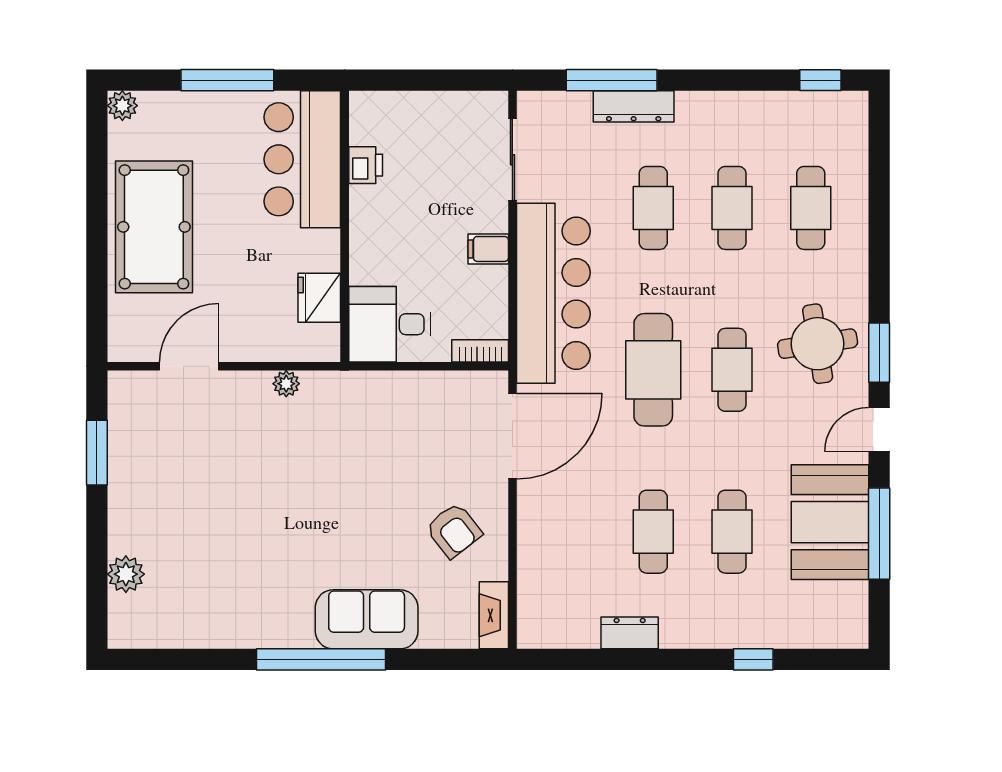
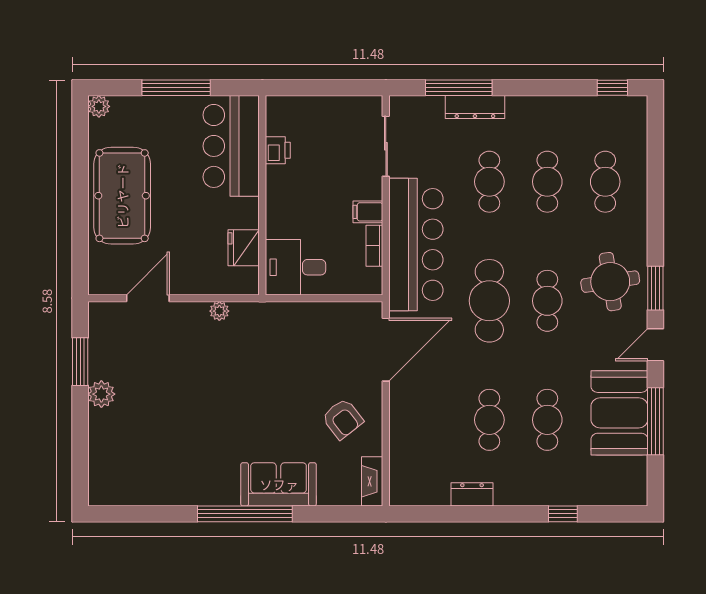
bookcase: (480, 351) -> (374, 246), moved, turned -90
plant: (126, 574) -> (101, 394), moved

